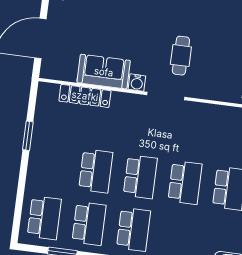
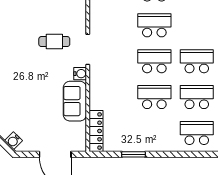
locker: (85, 96) -> (96, 131), moved

